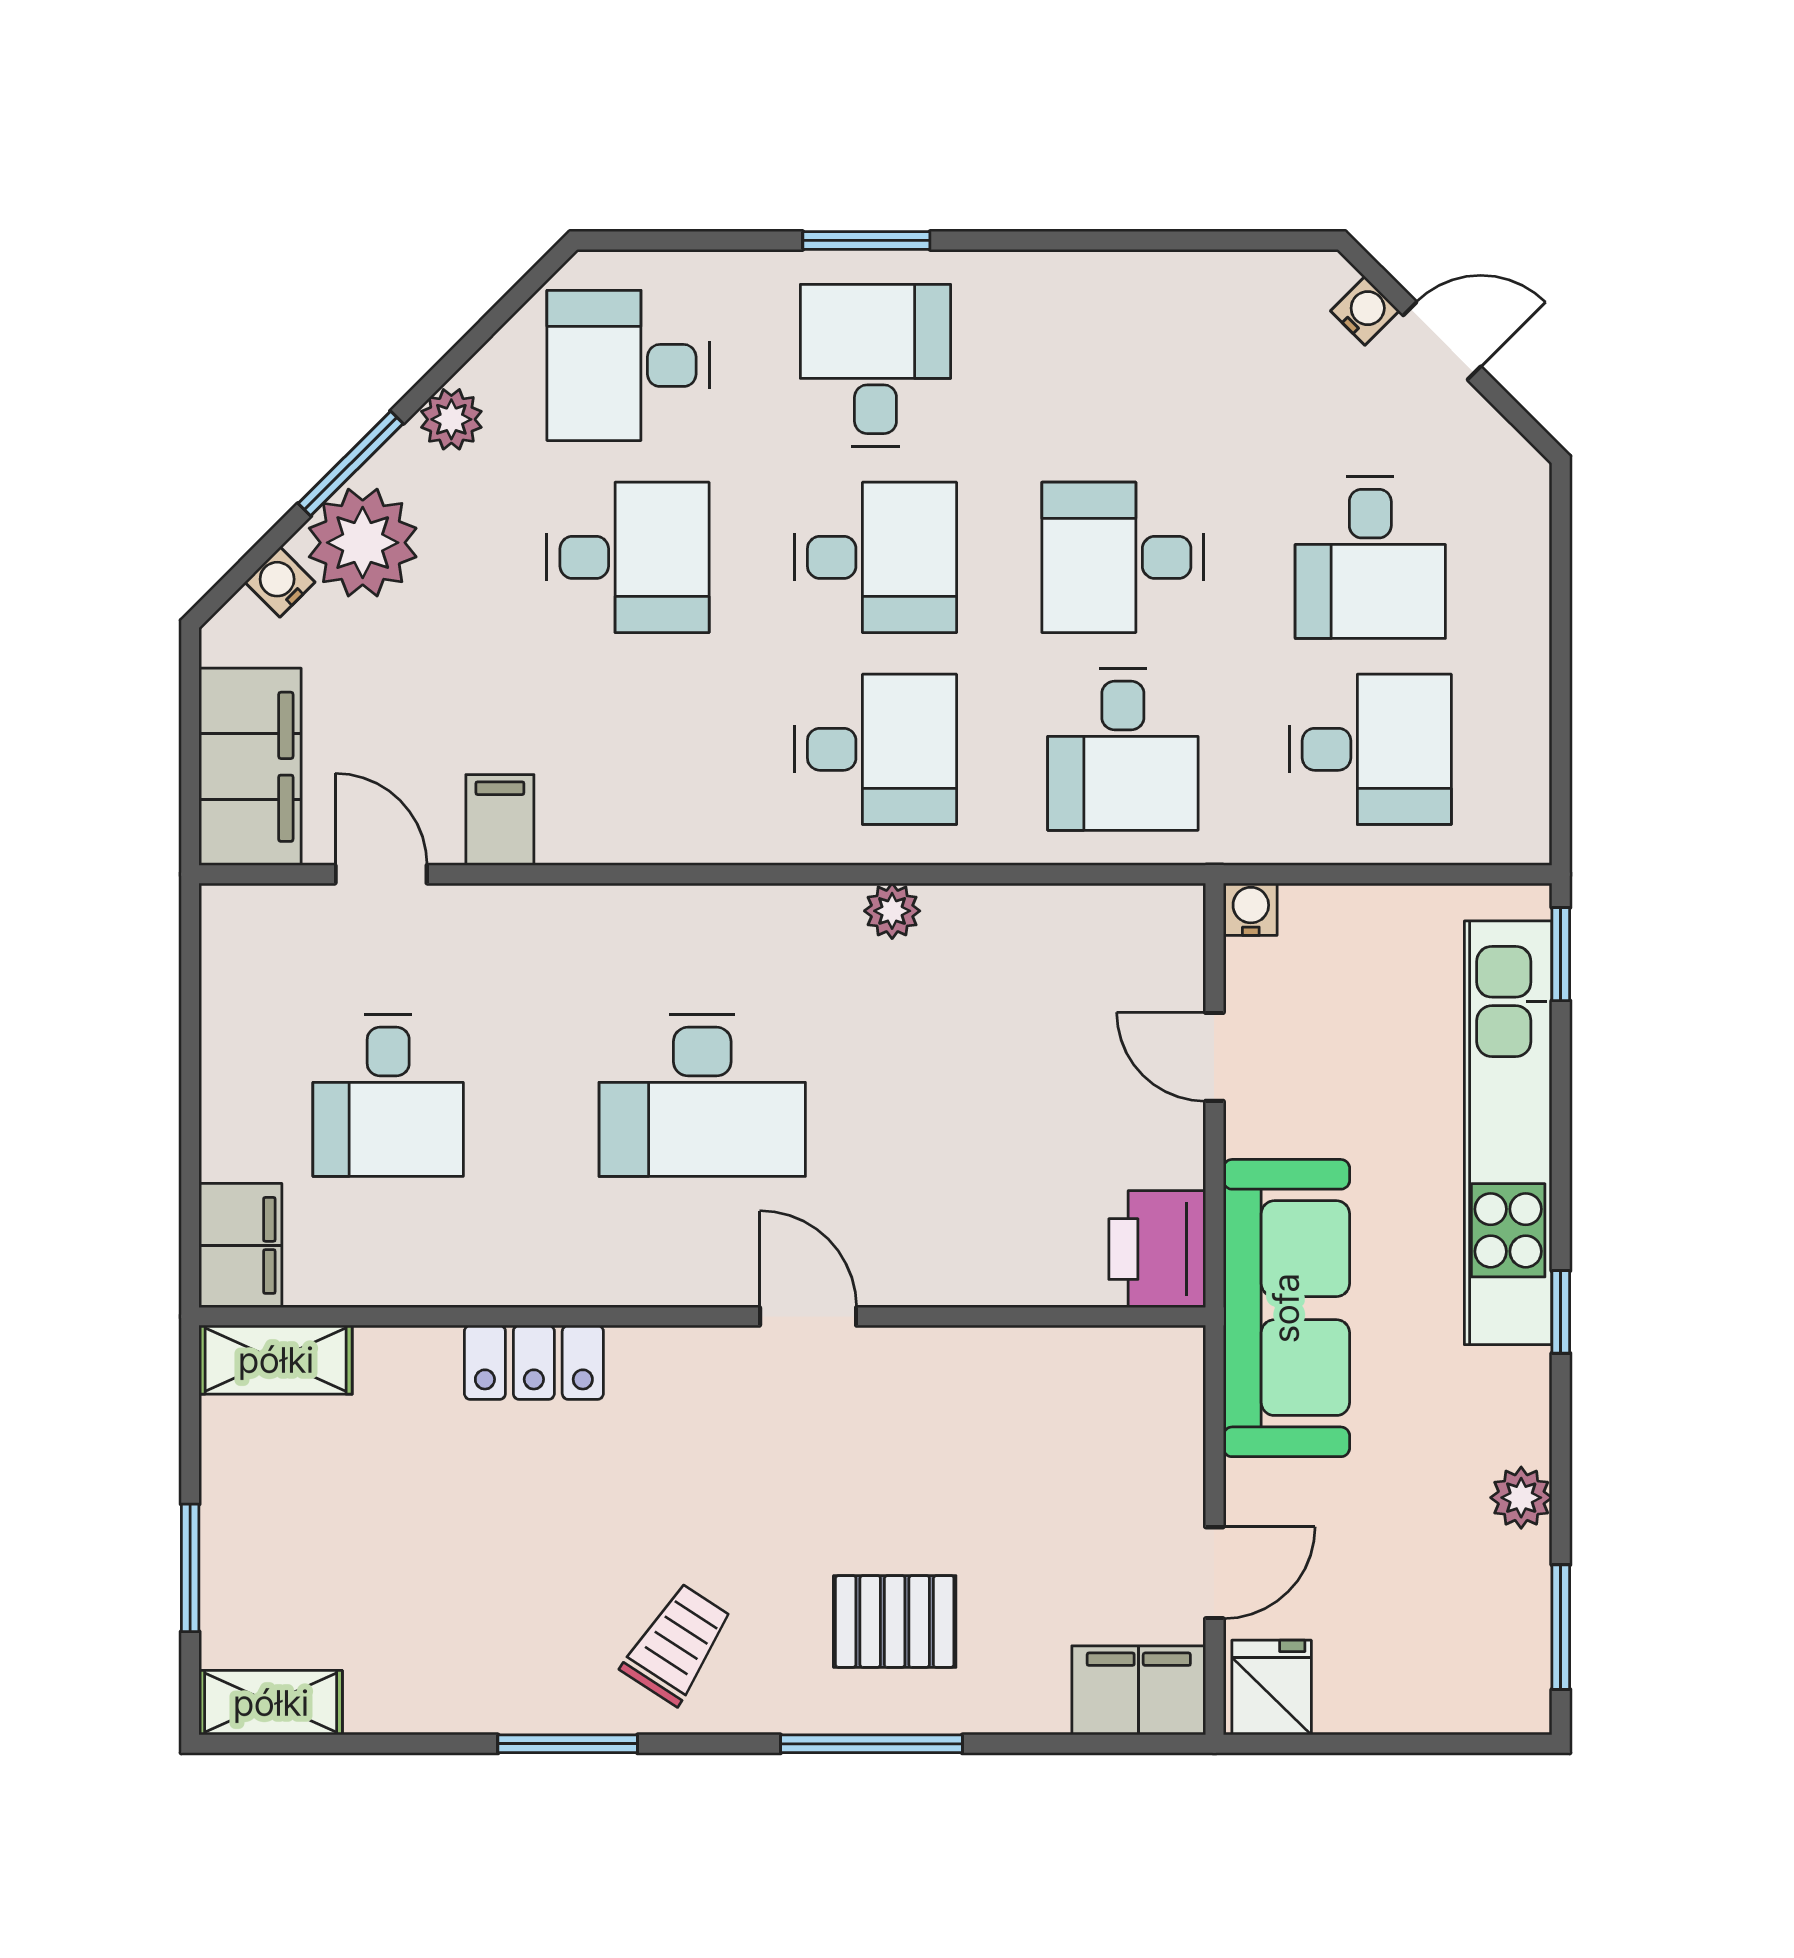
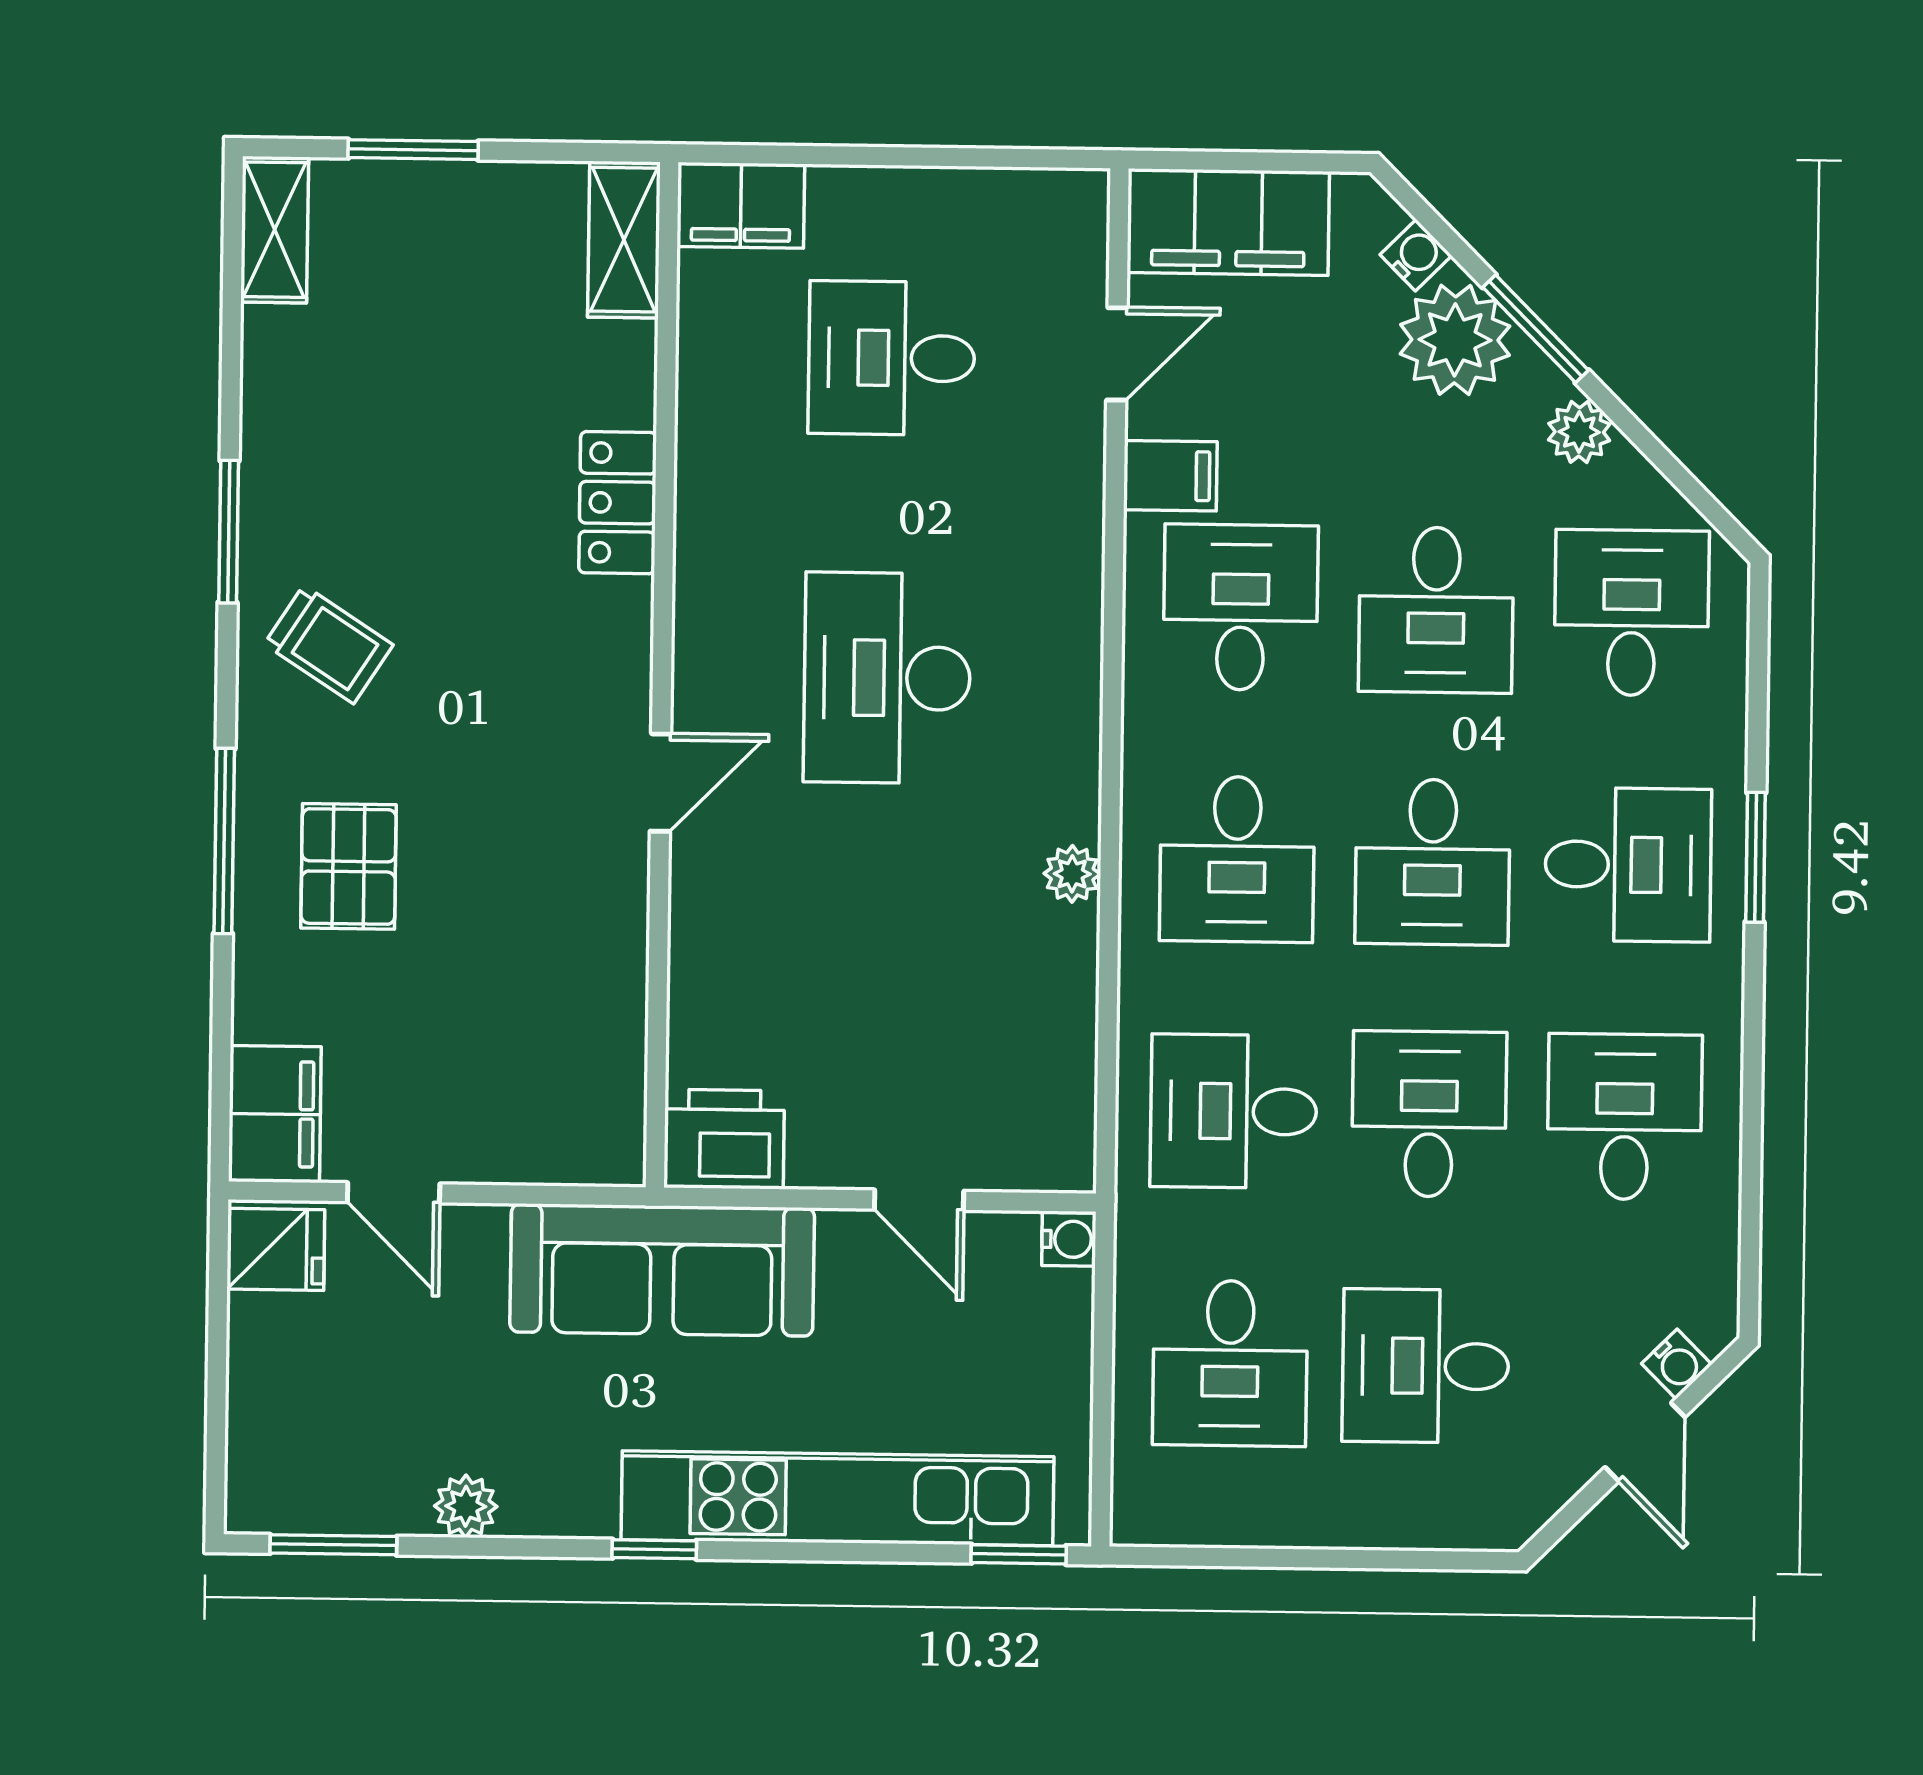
desk: (1123, 365) -> (1625, 1117), added
desk: (628, 749) -> (1241, 607), added
door: (1214, 1057) -> (919, 1200), swing flipped

